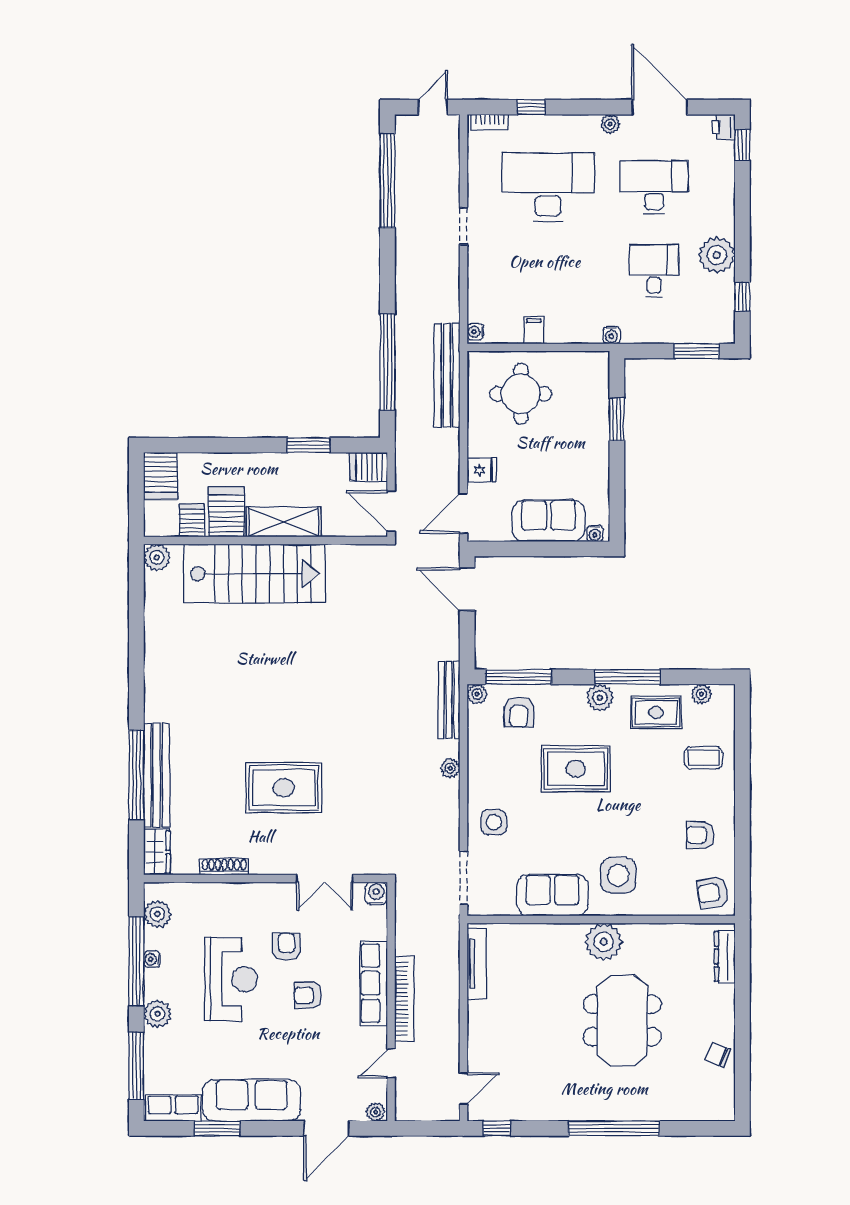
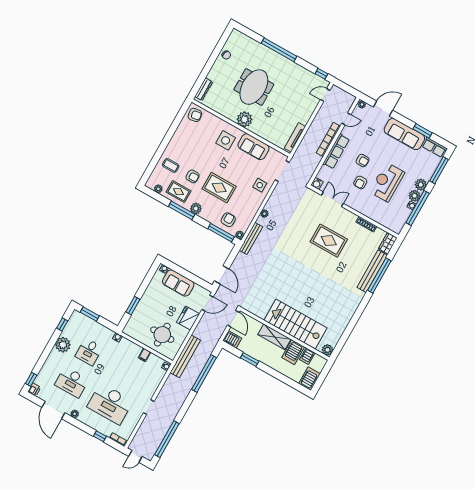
fridge: (482, 470) -> (188, 318), width x1.88, depth x1.34
armchair: (700, 835) -> (193, 176), moved
plant: (157, 914) -> (415, 196), moved

